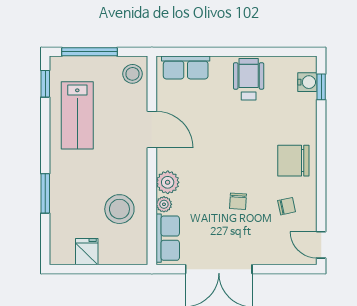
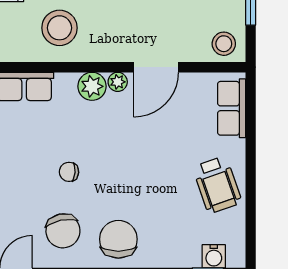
wheelchair: (249, 79) -> (217, 185), turned 71
plant: (164, 204) -> (118, 82), moved
chair: (287, 206) -> (63, 231), width x1.87, depth x1.87

